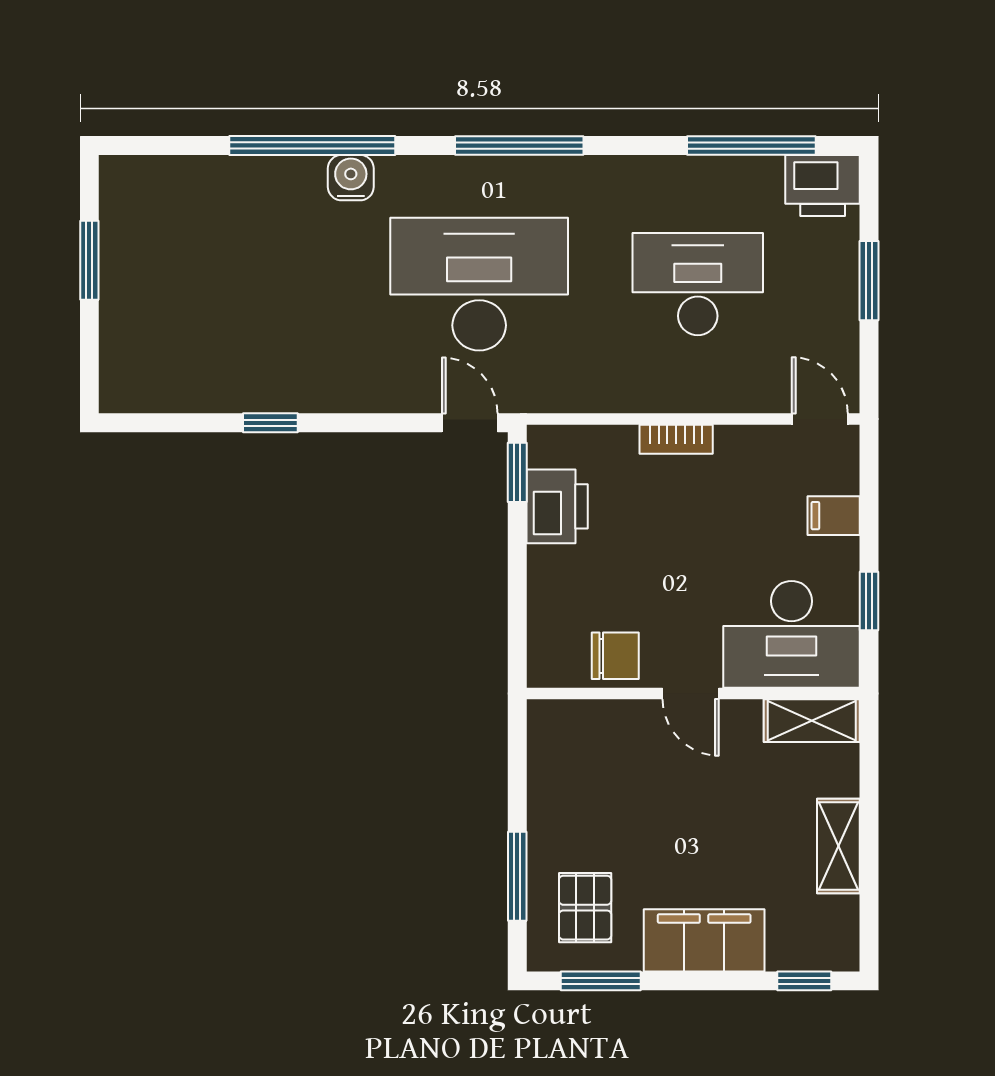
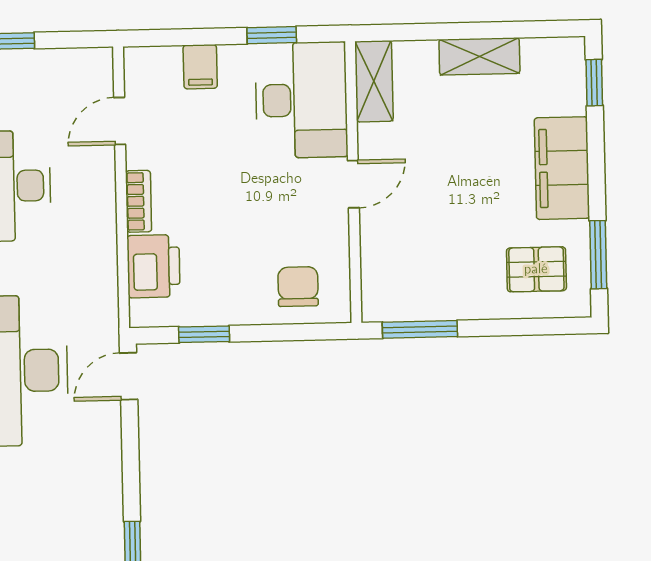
door: (820, 419) -> (120, 121), moved
window: (517, 472) -> (204, 334), moved
printer: (557, 506) -> (154, 266), moved, turned 90
chair: (615, 656) -> (298, 287), moved
window: (517, 876) -> (420, 329), moved

